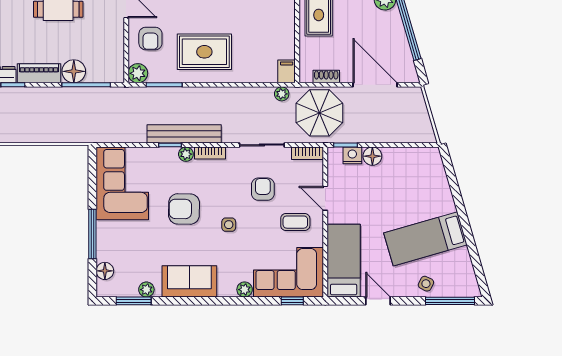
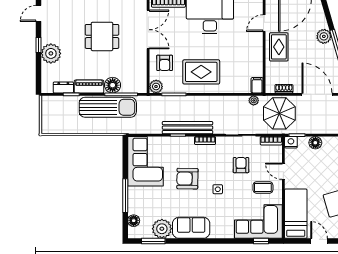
sun lounger: (67, 104) -> (108, 107), added
plant: (186, 154) -> (189, 141), removed
nightstand: (352, 155) -> (291, 142), moved
plant: (146, 290) -> (162, 229), width x1.88, depth x1.88
plant: (245, 290) -> (229, 233), removed

